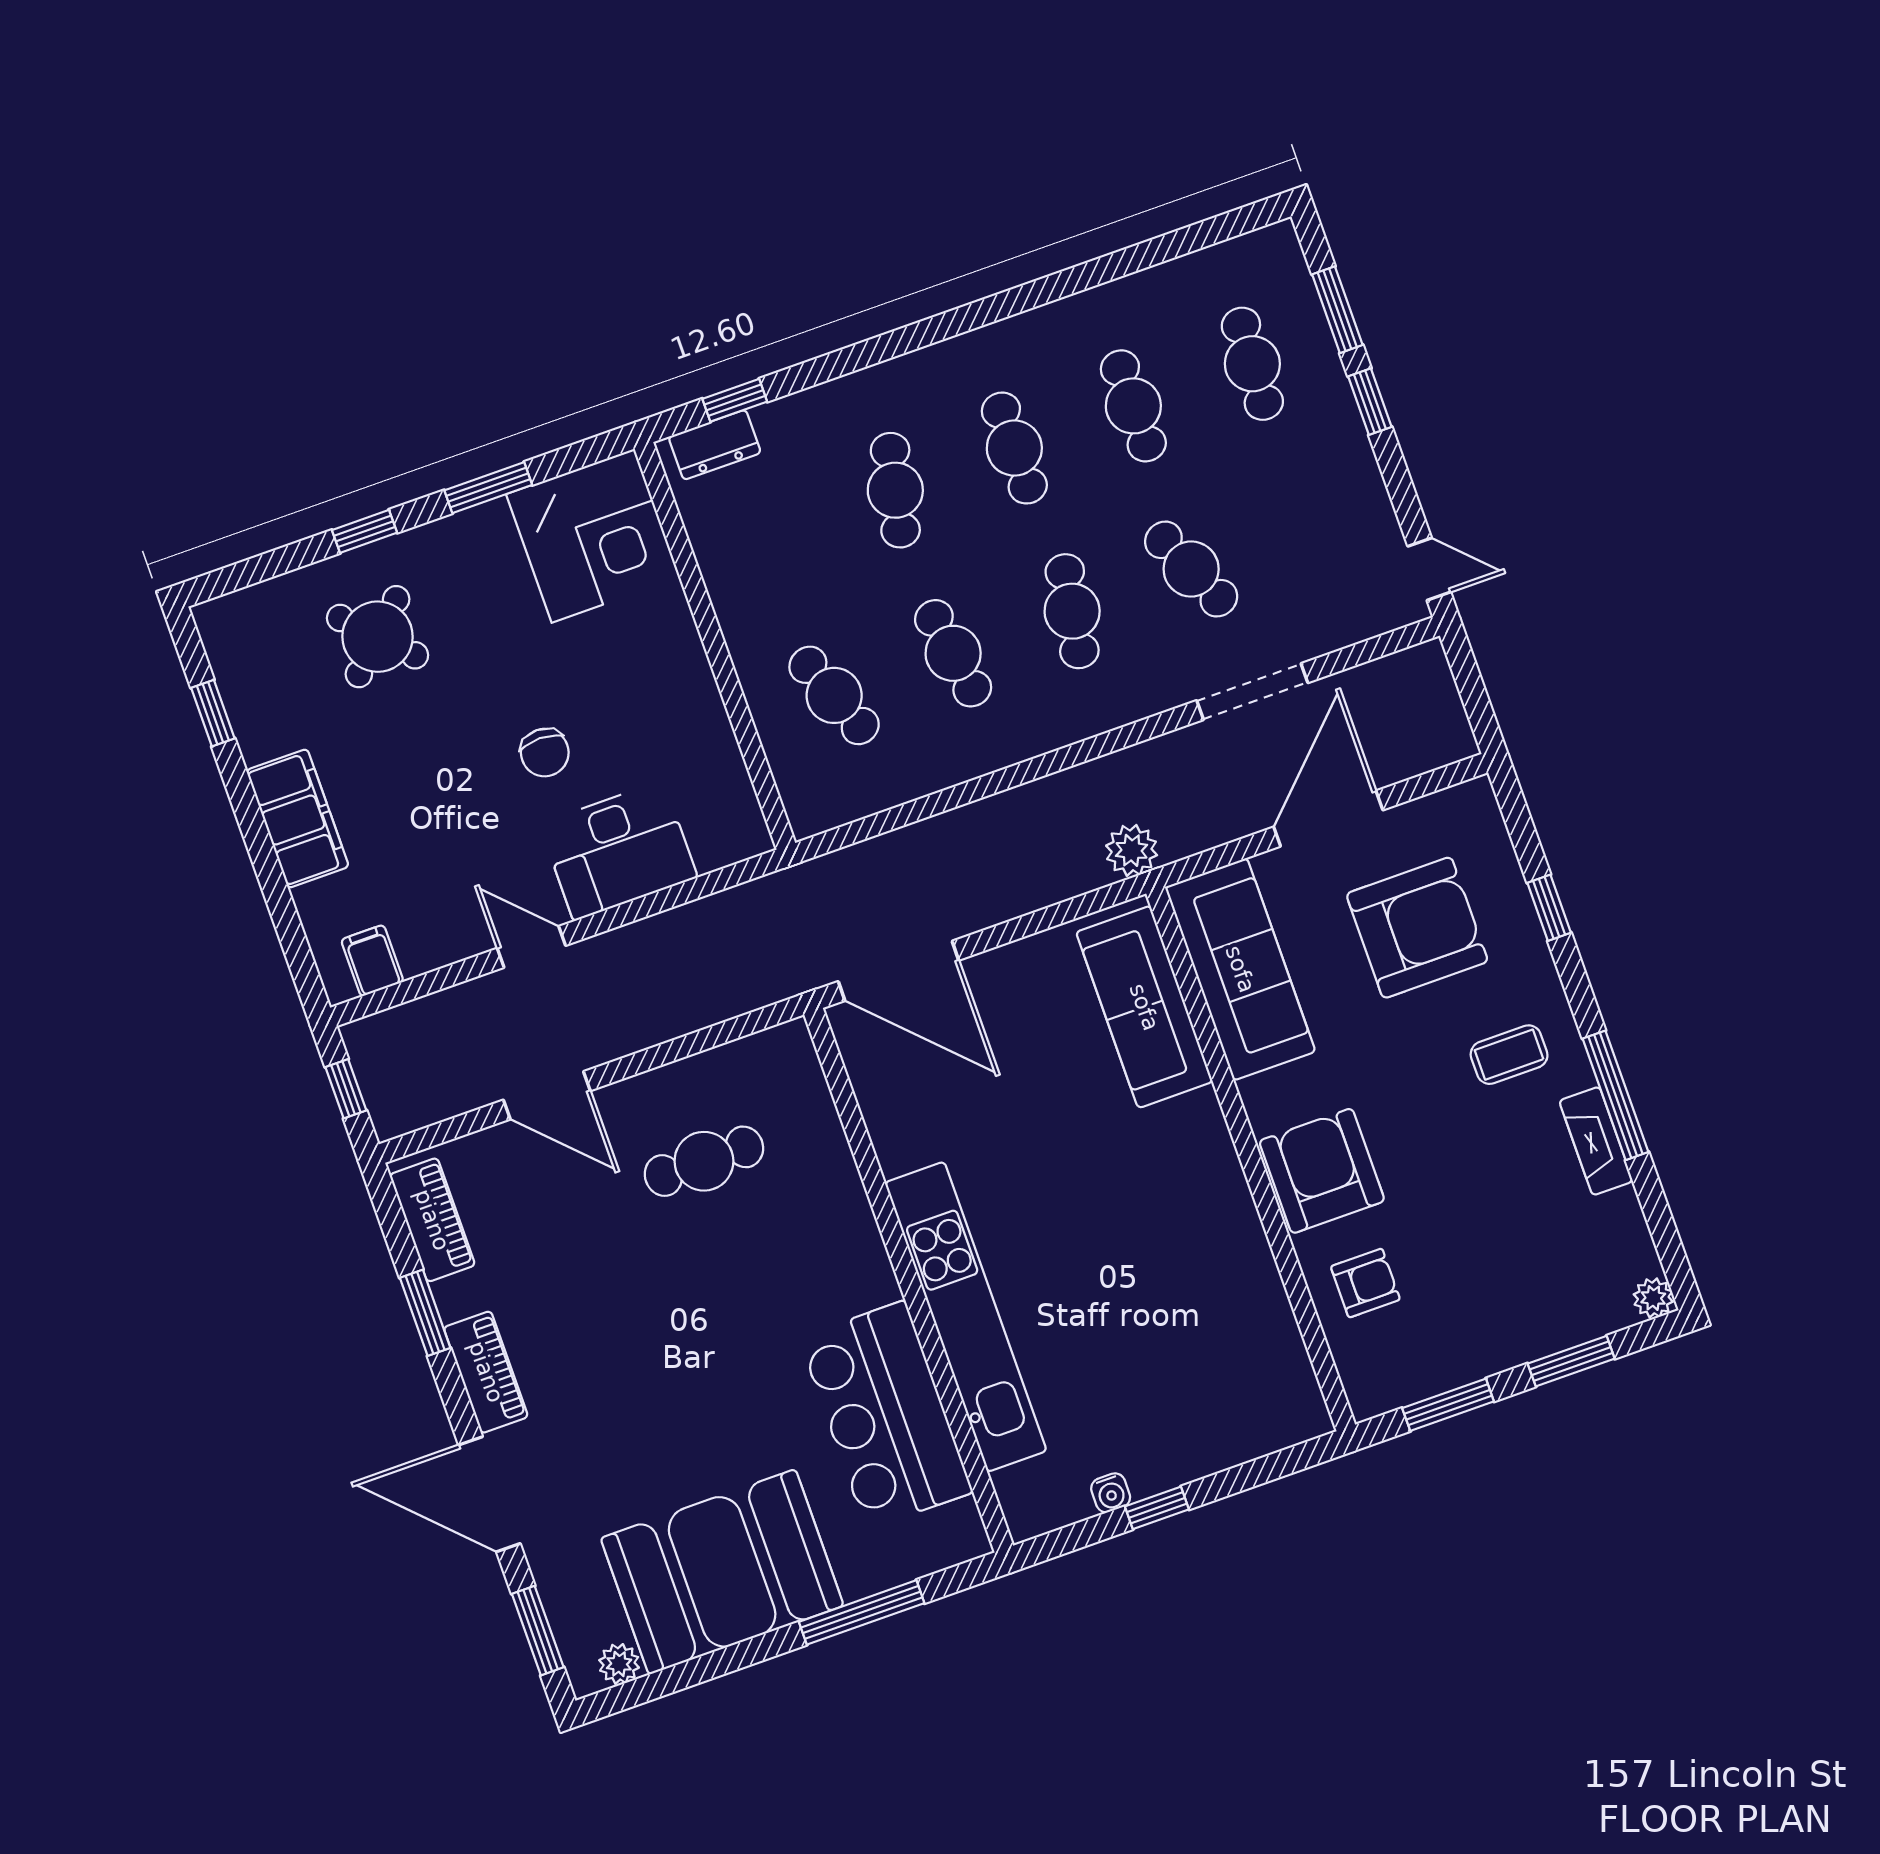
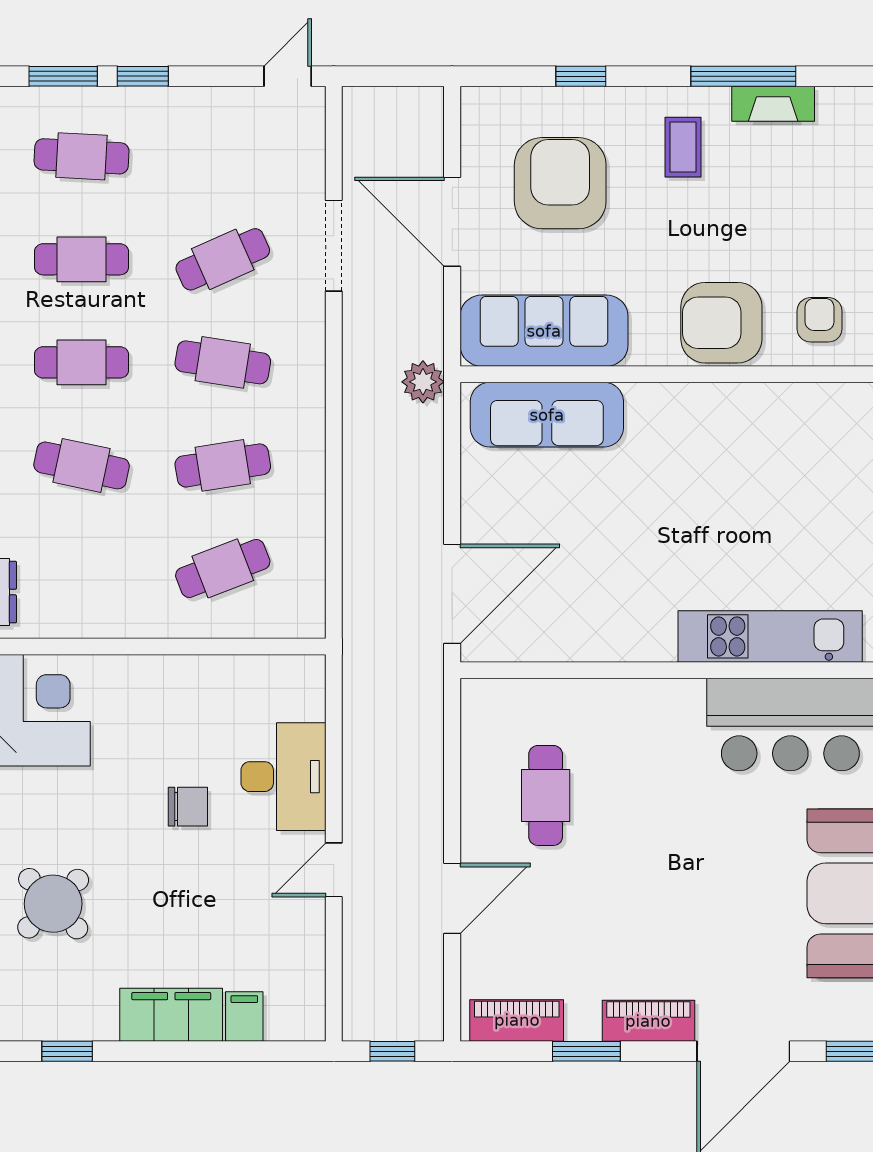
filing cabinet: (372, 961) -> (244, 1016), moved, turned 90
kitchen unit: (966, 1317) -> (770, 636), width x0.73

